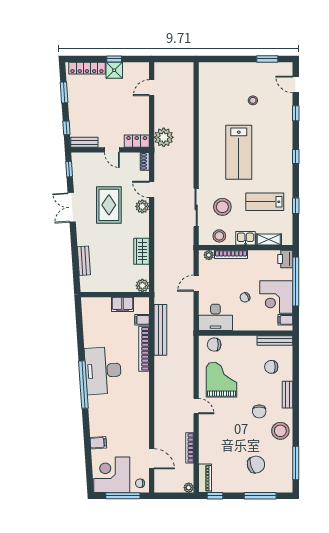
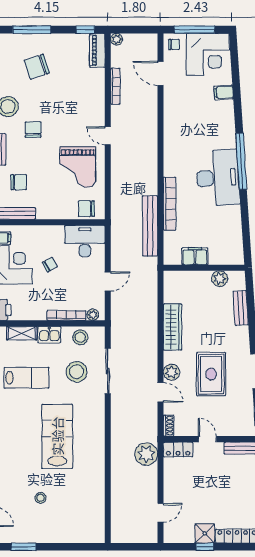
wardrobe: (142, 251) -> (172, 327), width x1.50
plant: (142, 286) -> (220, 279), moved
filing cabinet: (142, 320) -> (172, 238), removed
chair: (214, 345) -> (86, 209), turned 180

